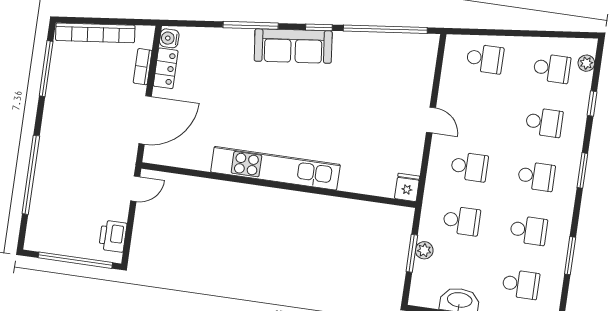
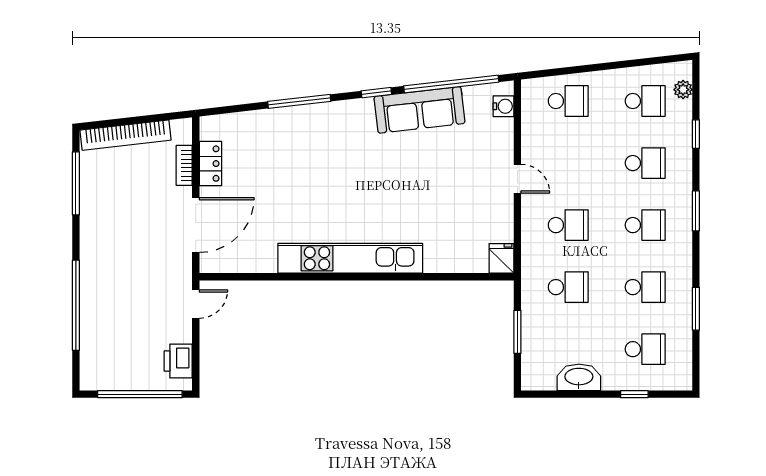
water cooler: (169, 38) -> (504, 106), moved, turned 180
sofa: (293, 46) -> (420, 110), moved
plant: (424, 250) -> (531, 326), removed

